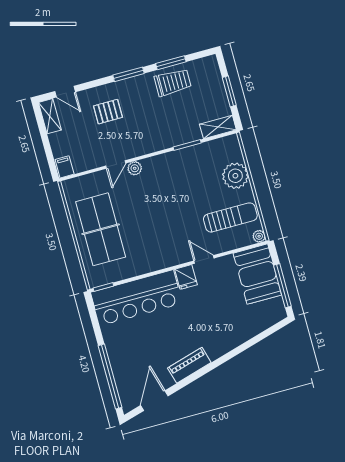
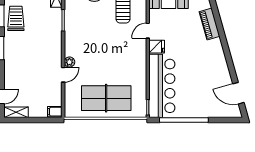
pallet: (108, 112) -> (24, 70), removed
door: (116, 165) -> (63, 75), hinge flipped
piano: (189, 365) -> (210, 24), moved
window: (110, 377) -> (184, 120), moved

